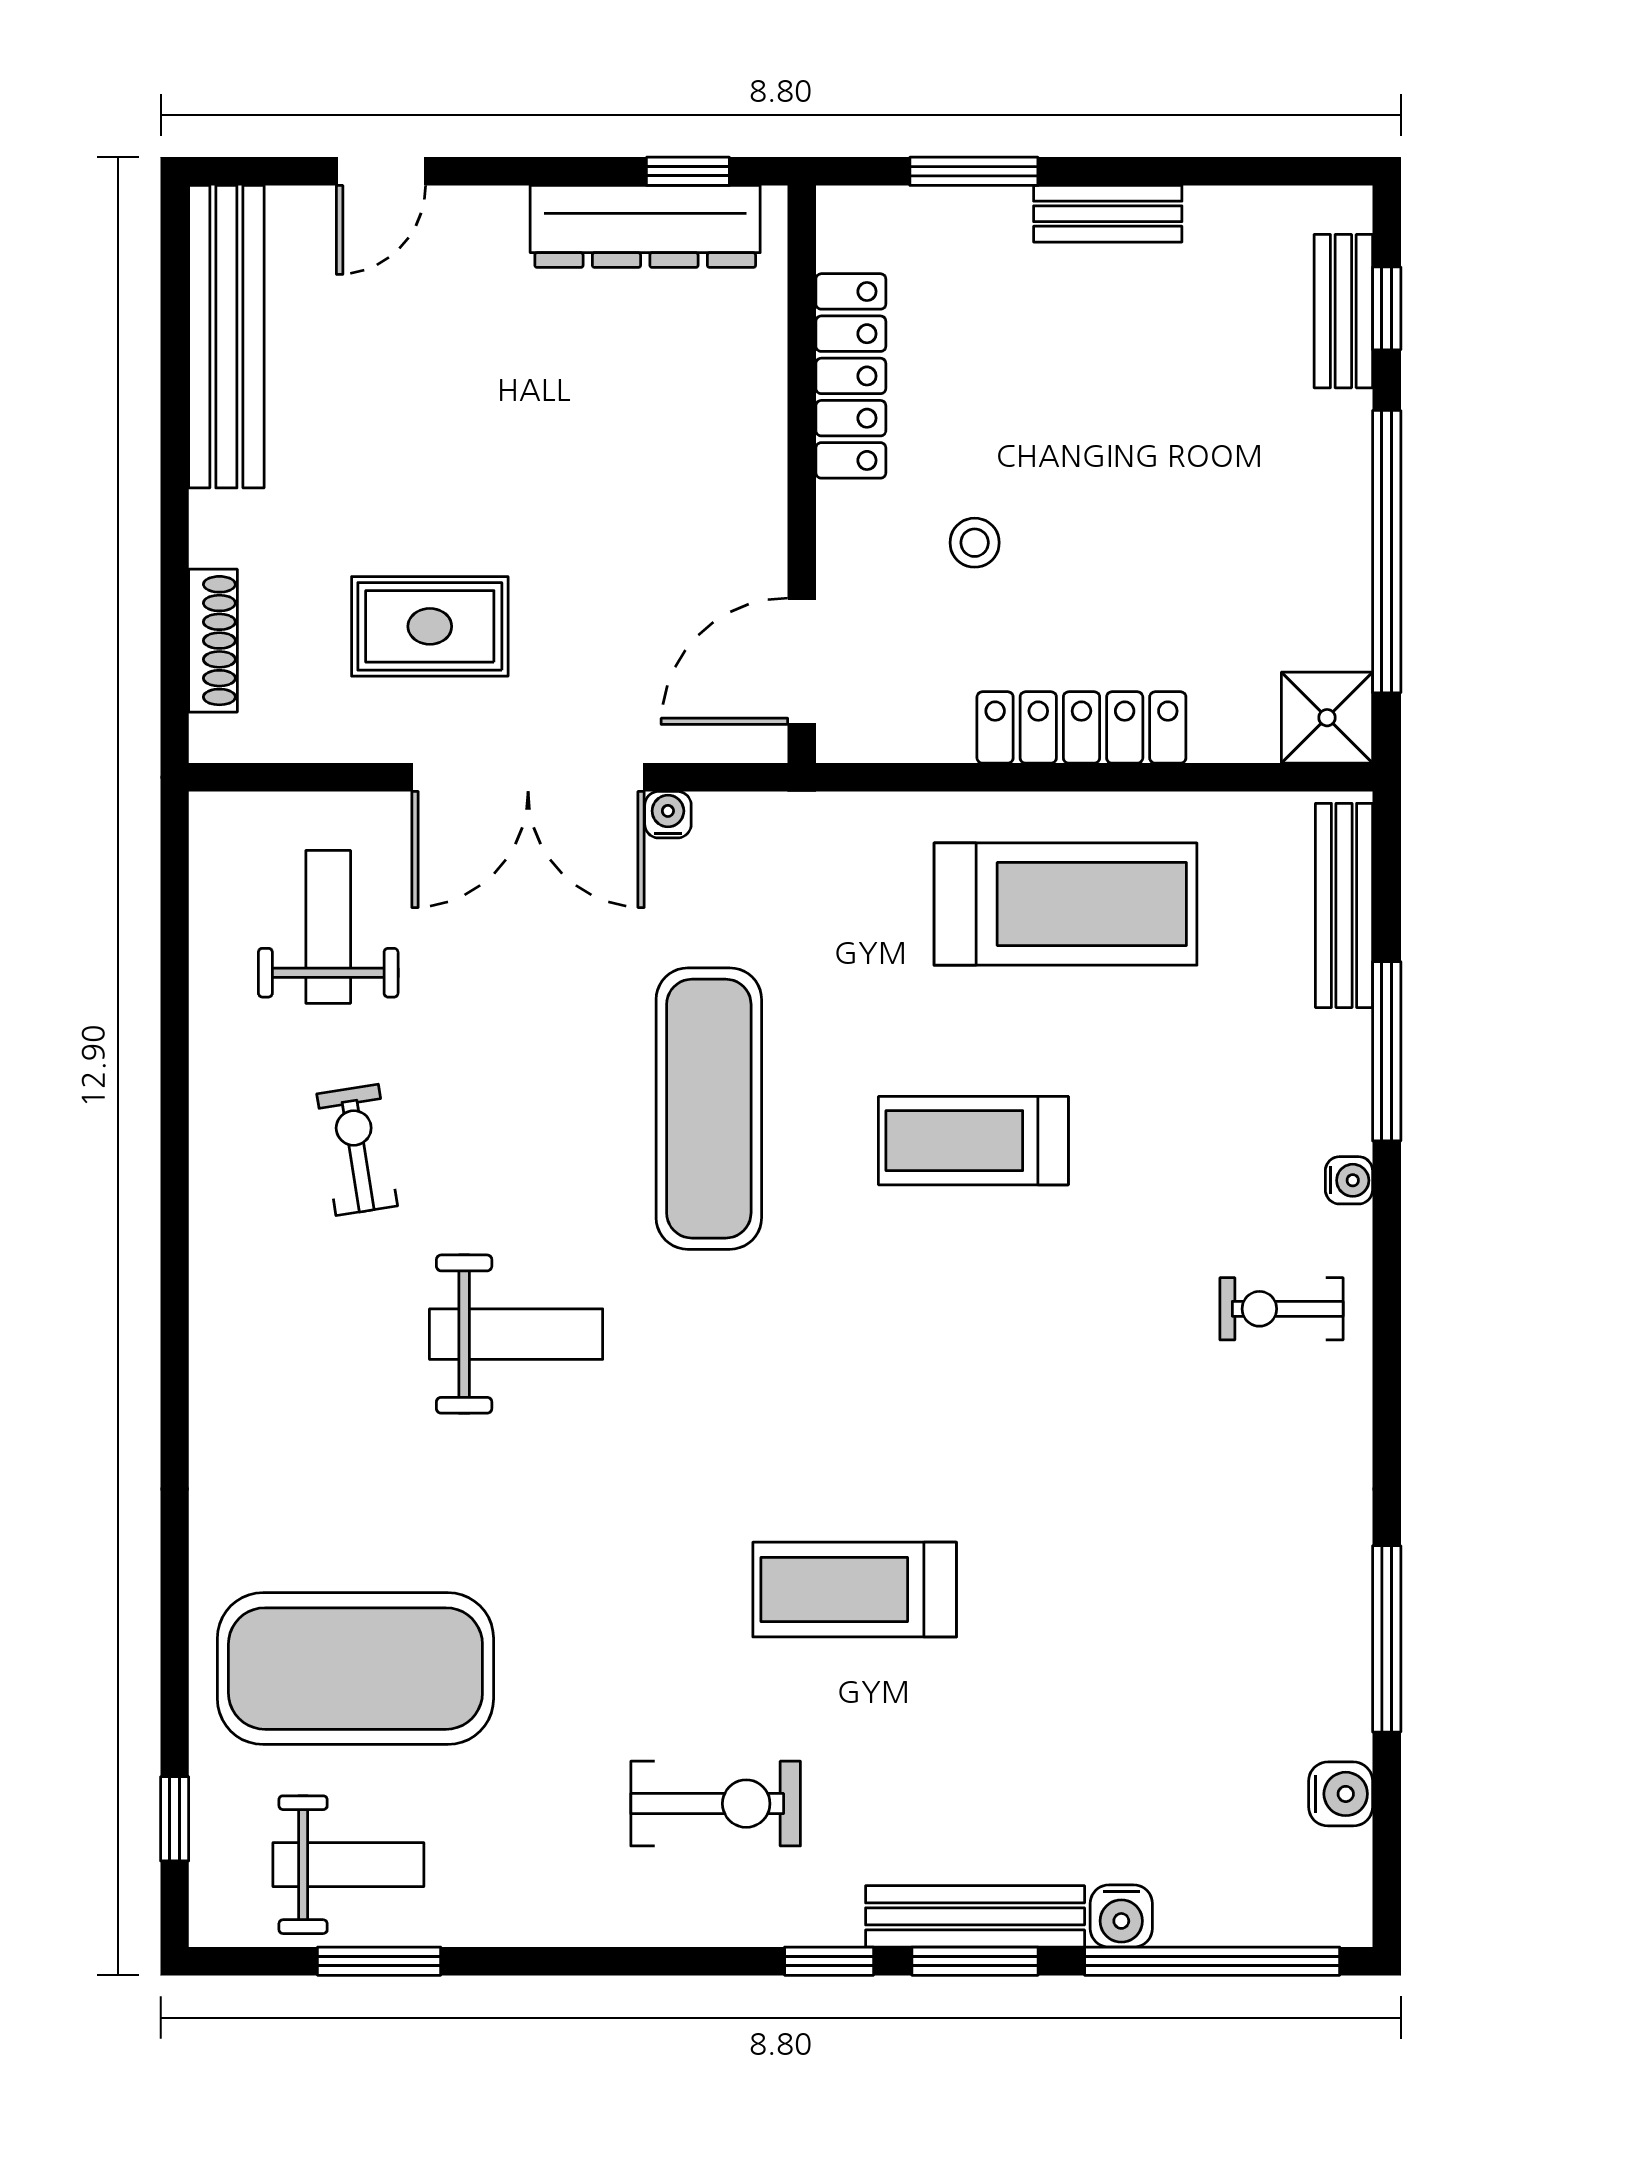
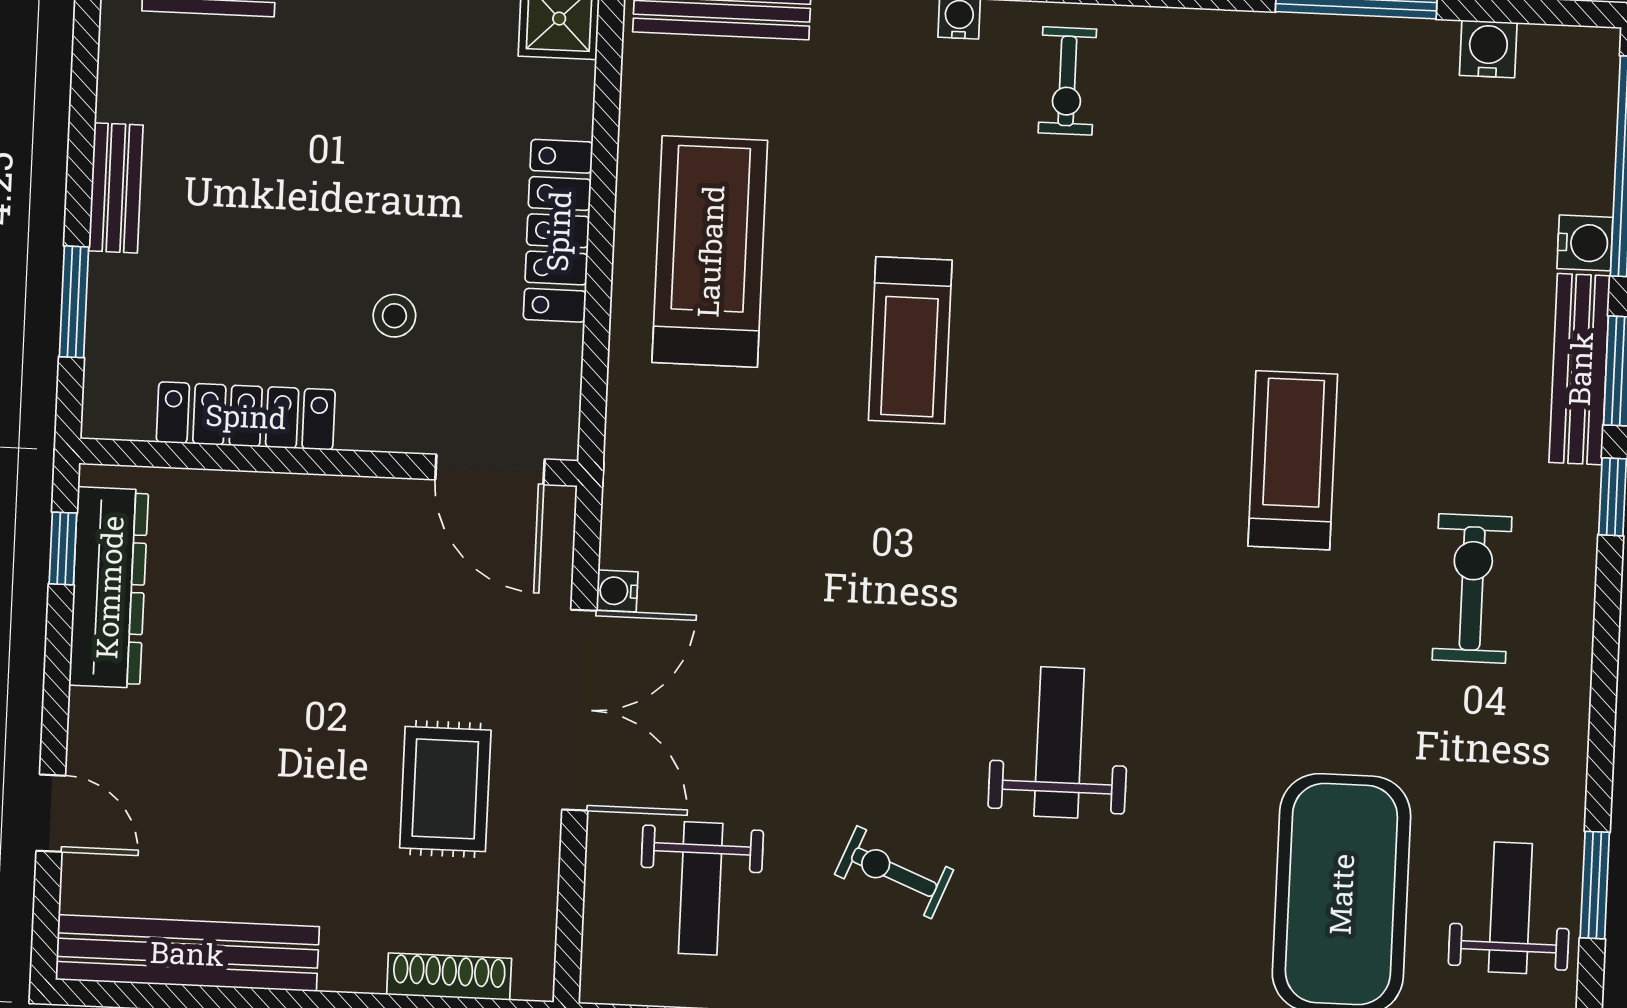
weight bench: (328, 927) -> (701, 888), turned -90
exercise mat: (709, 1109) -> (872, 567), removed
exercise bike: (357, 1150) -> (894, 872), turned 31
treadmill: (855, 1590) -> (1293, 460), turned 180

